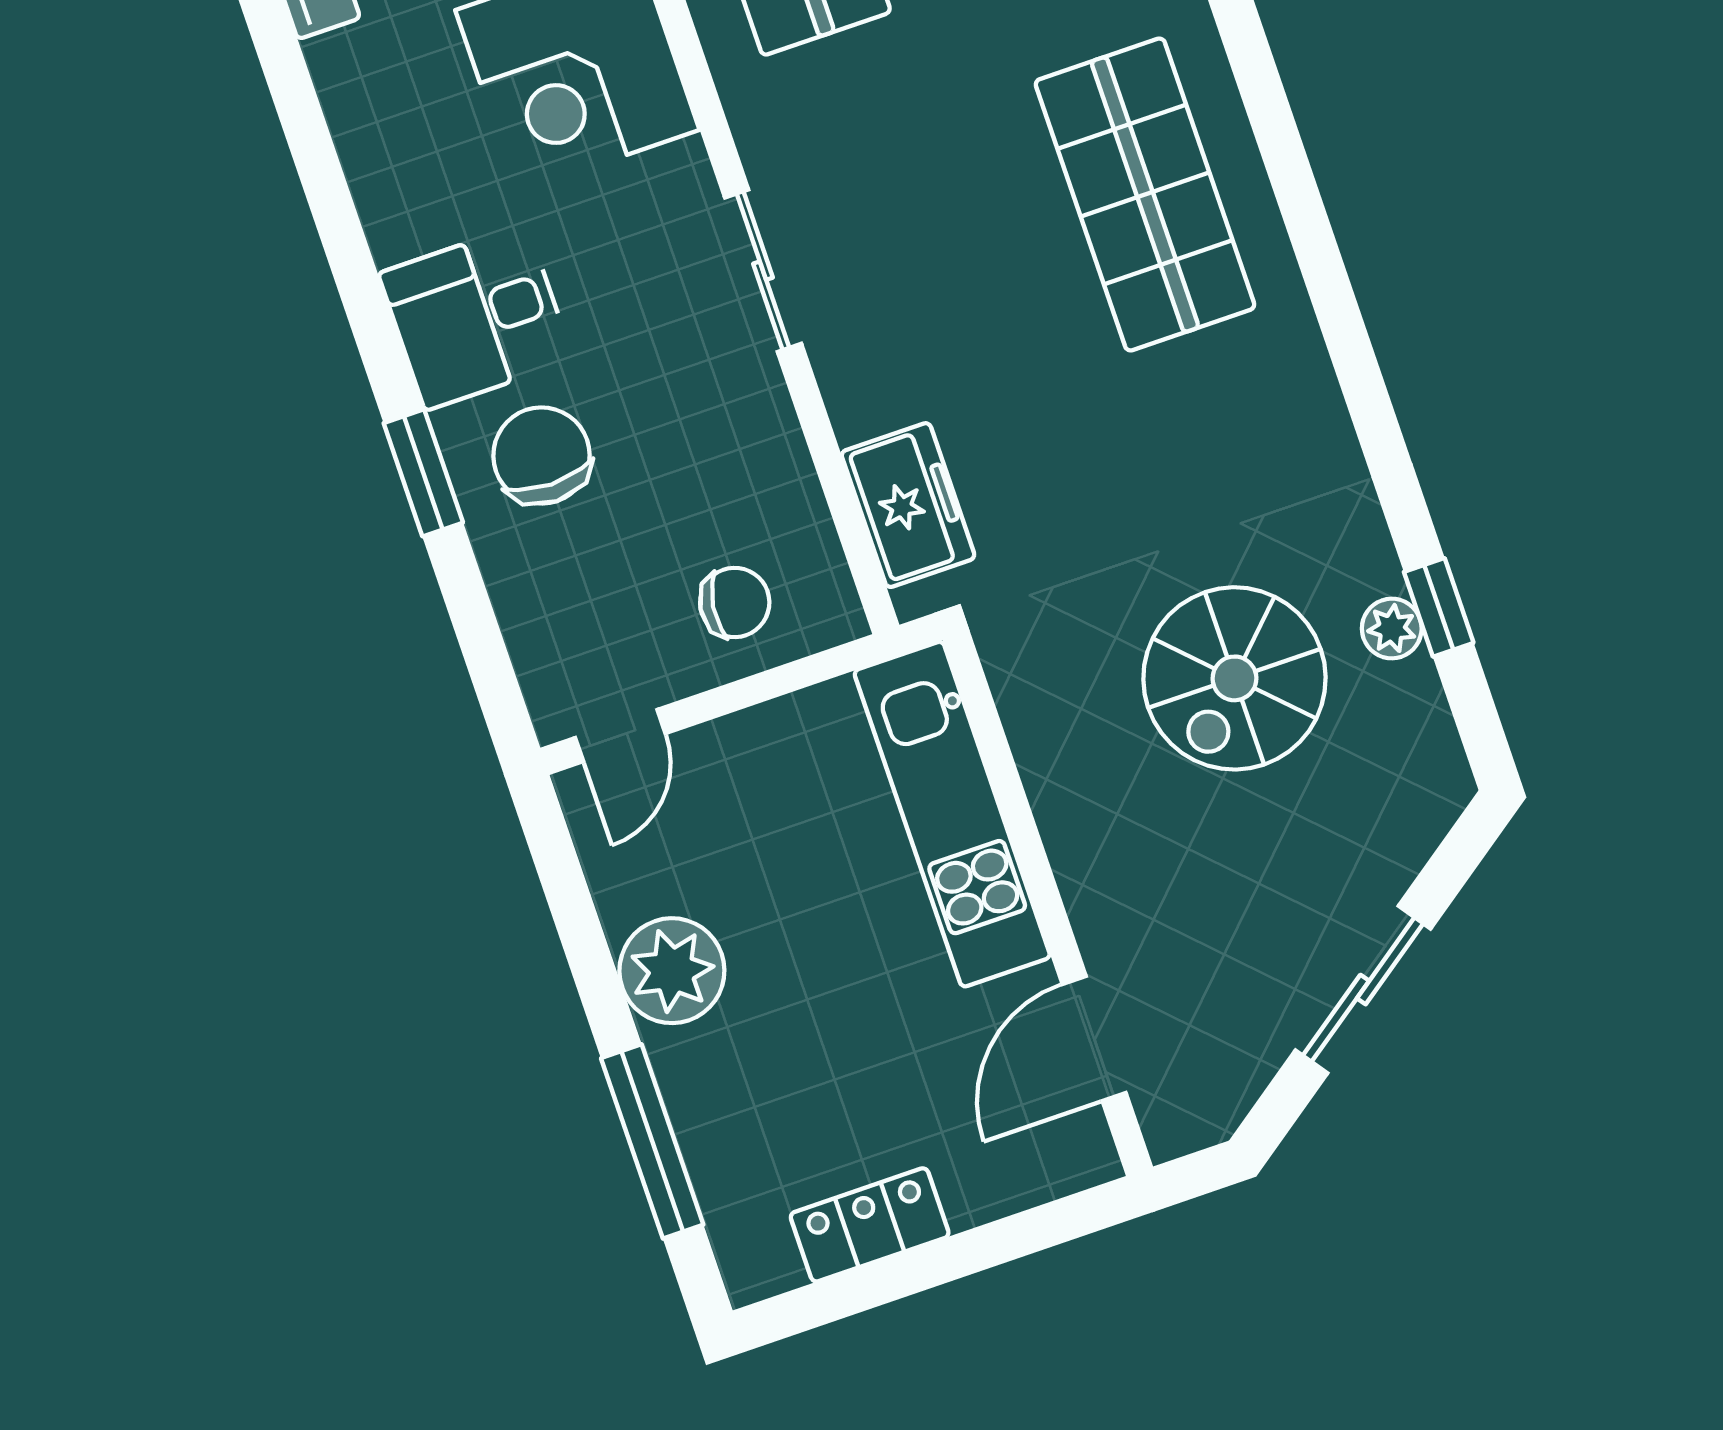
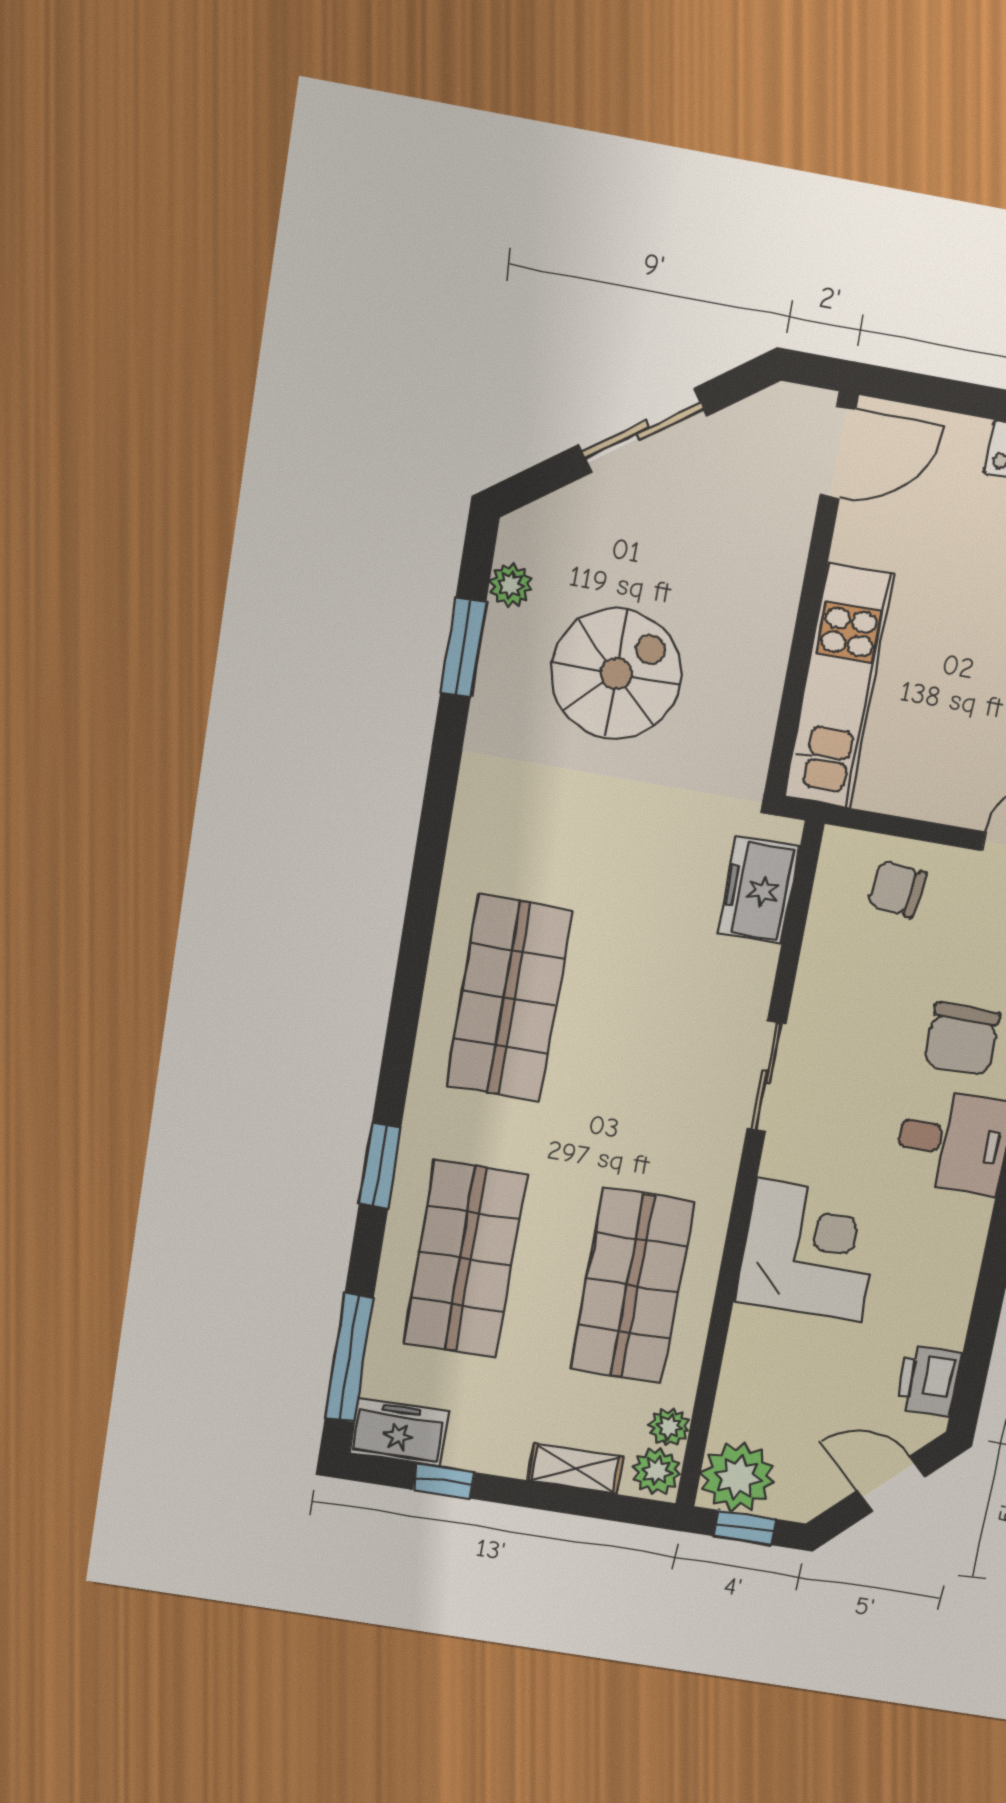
window: (1439, 607) -> (463, 648), width x1.50
plant: (1392, 629) -> (511, 585), moved
door: (1094, 1039) -> (838, 452), moved

